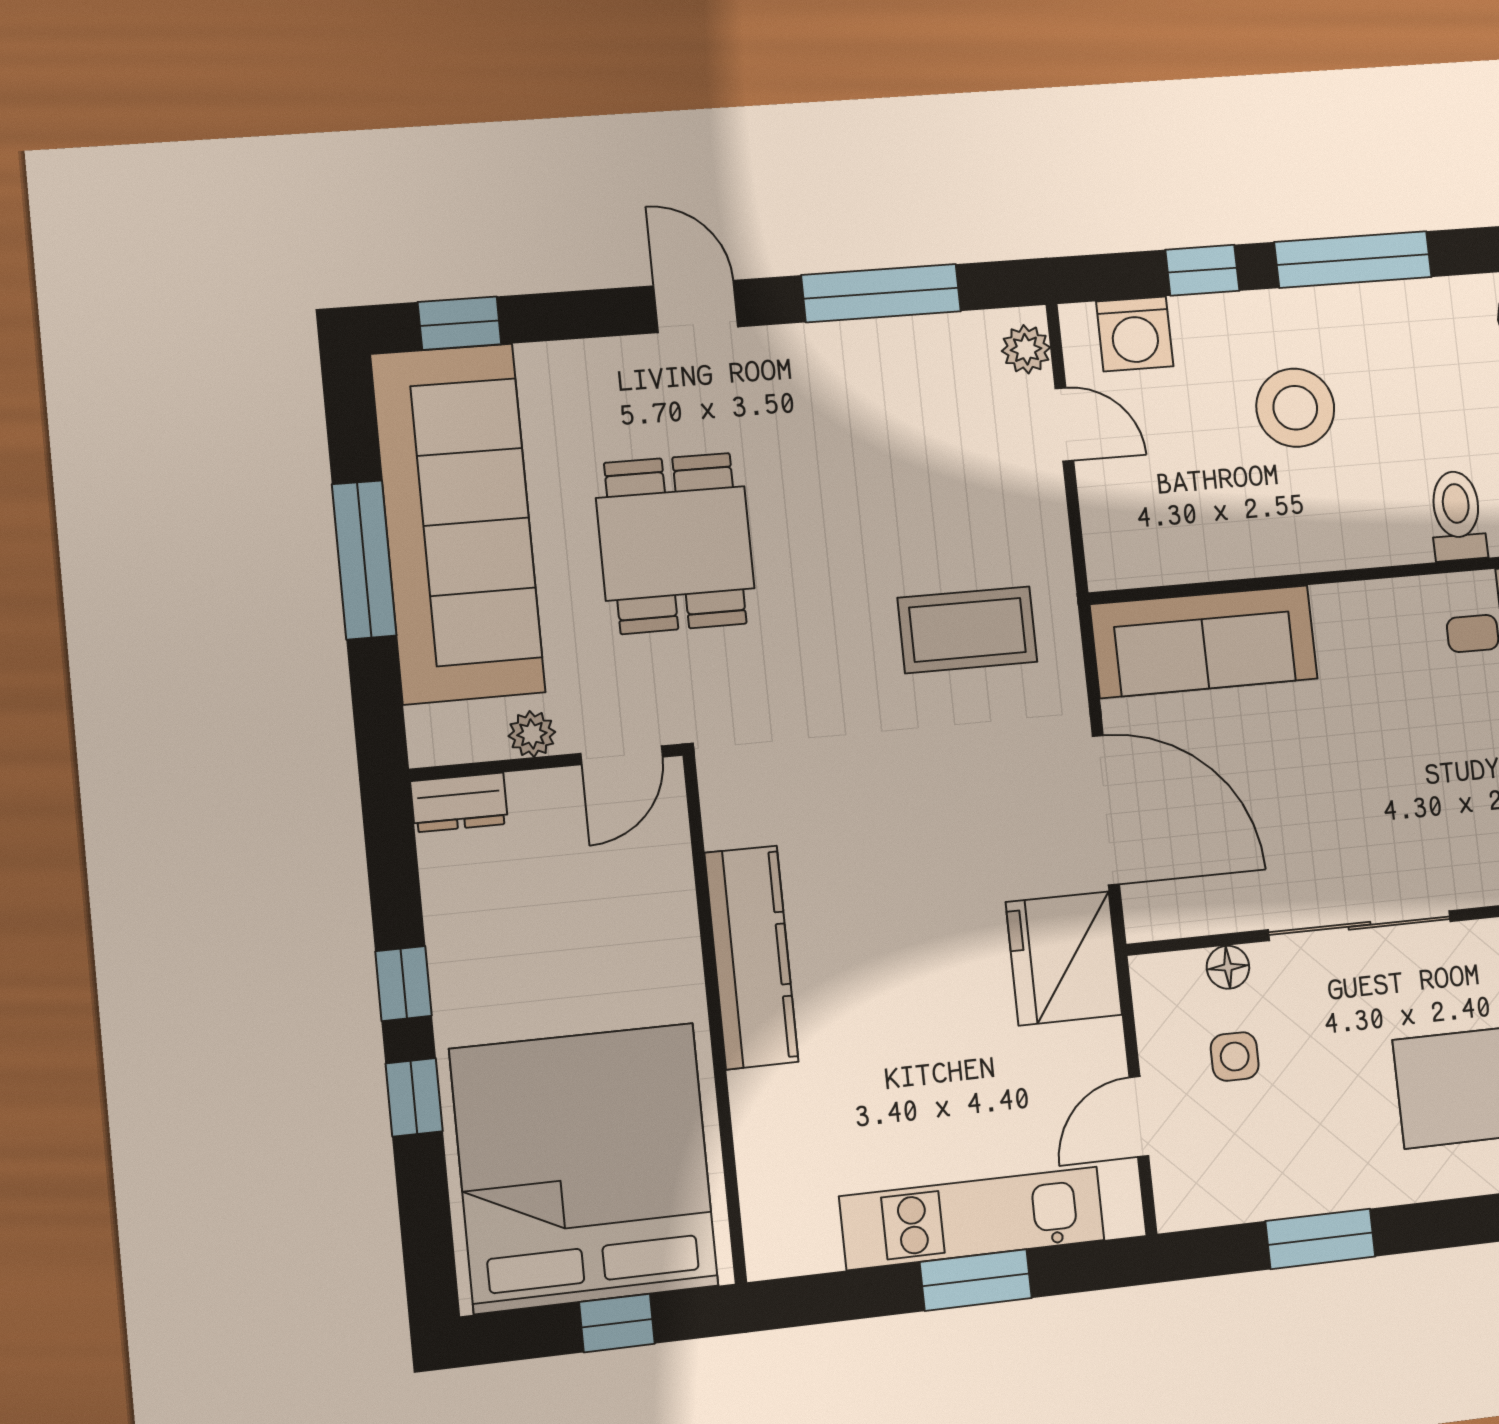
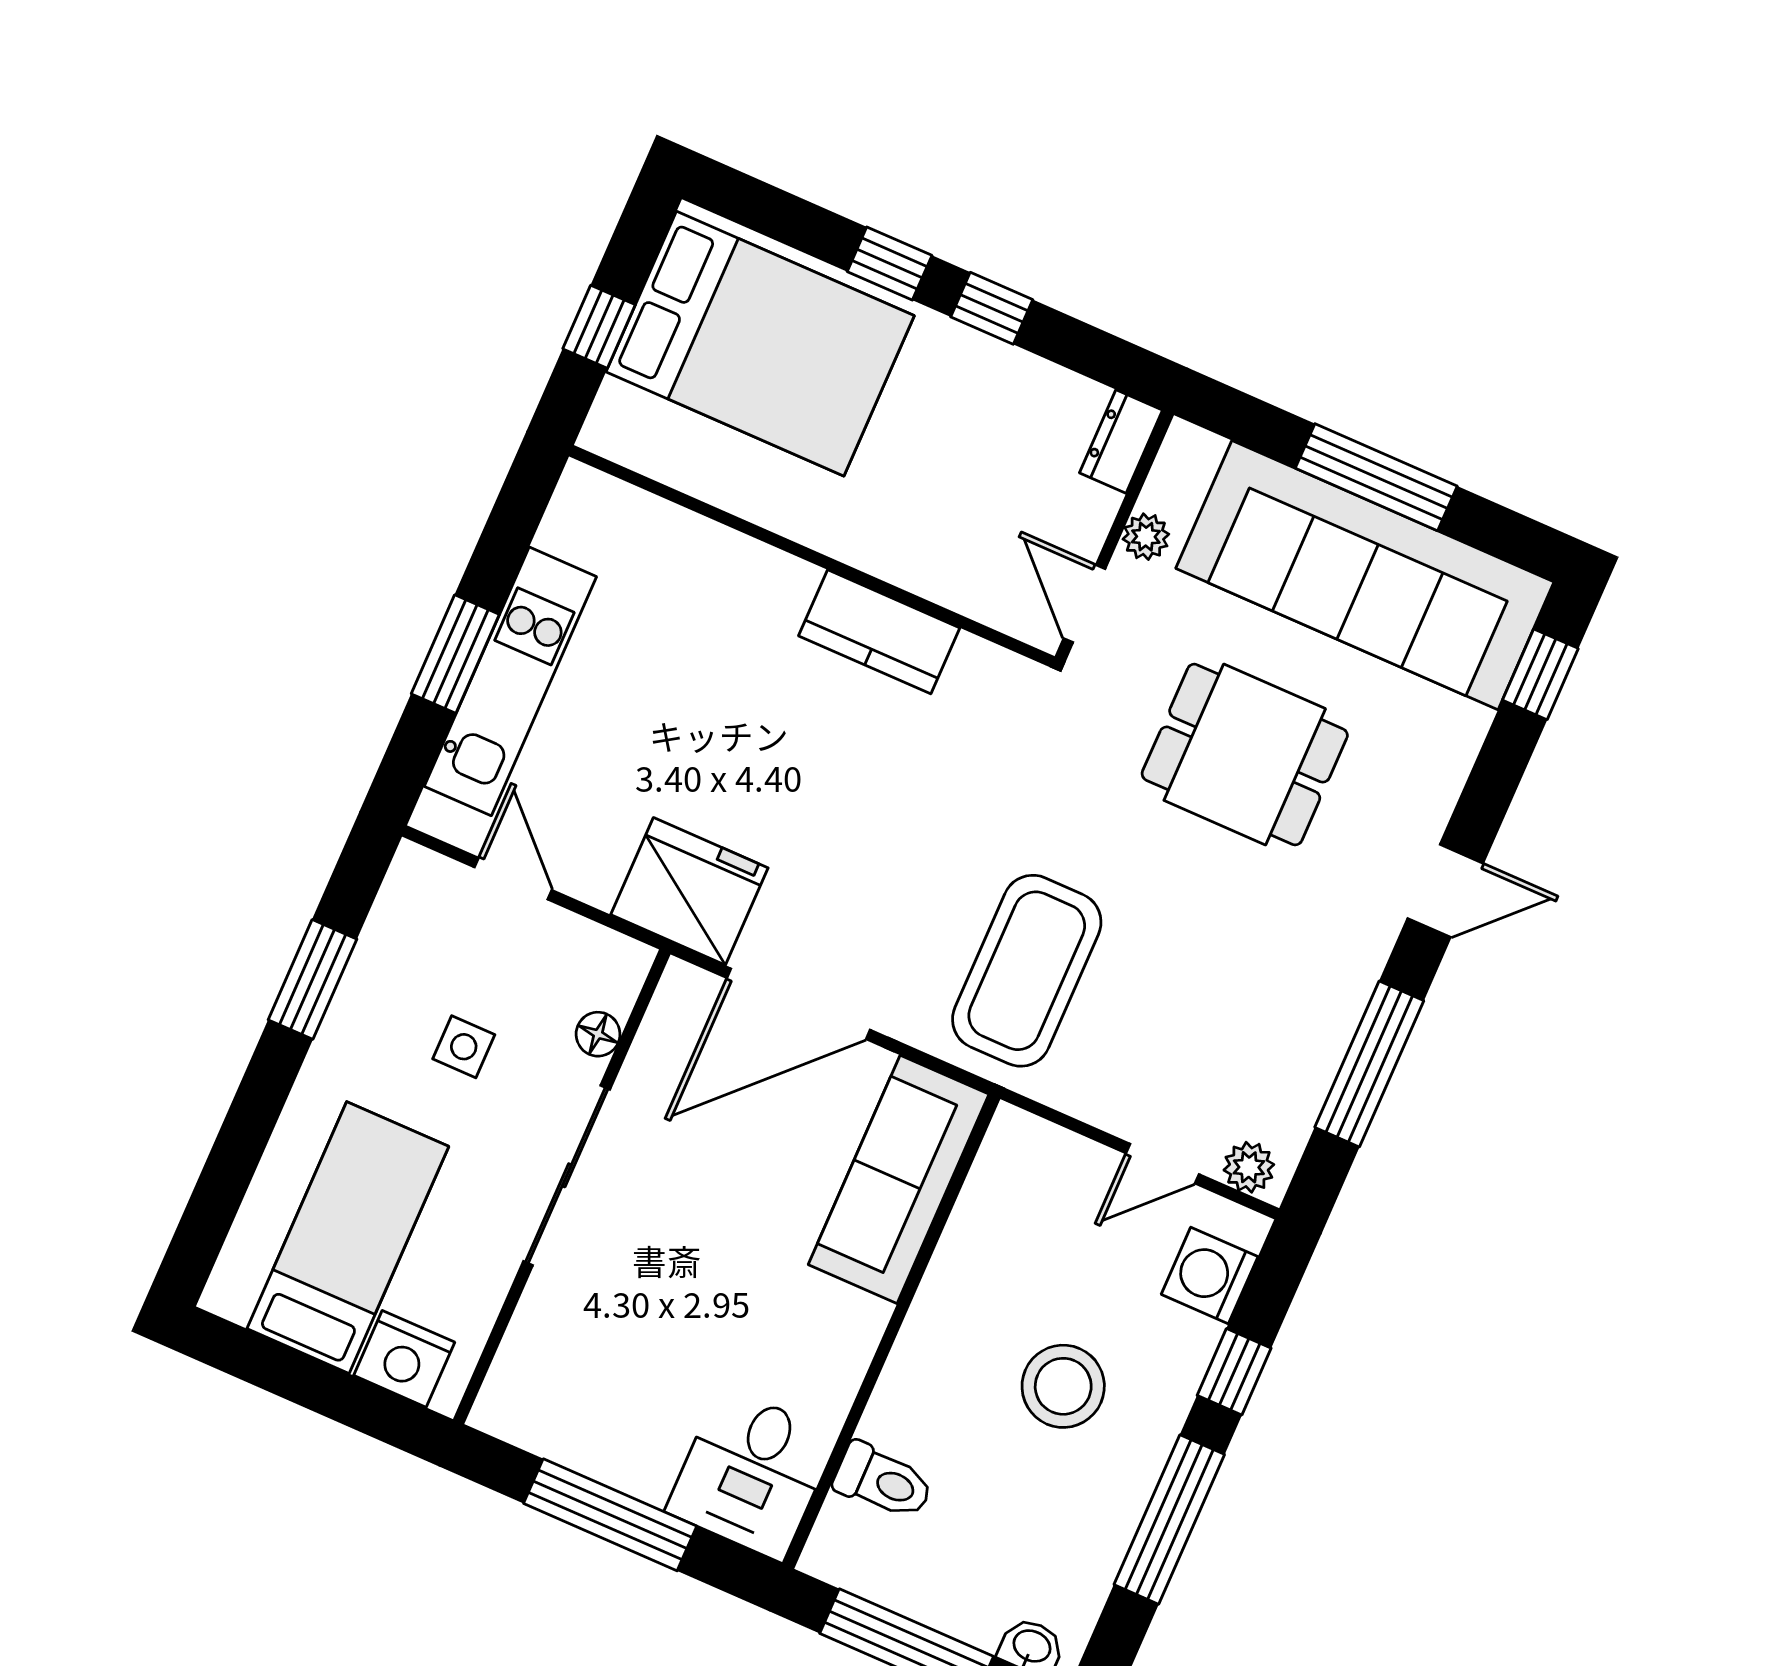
coffee table: (967, 630) -> (1027, 971), width x1.36, depth x1.32
kitchen counter: (751, 957) -> (879, 632), width x0.67
side table: (1235, 1057) -> (464, 1047), moved
bed: (584, 1168) -> (760, 344), width x0.73

